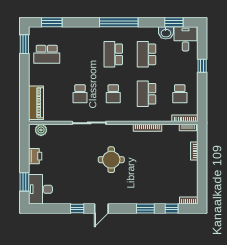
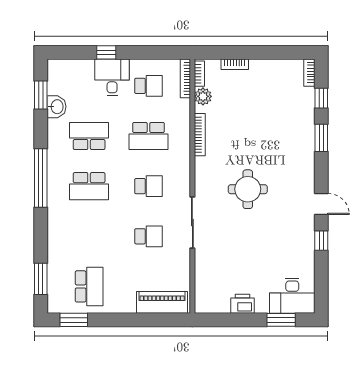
desk: (186, 39) -> (112, 77), moved, turned 90
school desk: (147, 54) -> (89, 136), turned 180
plant: (41, 130) -> (203, 96), moved

